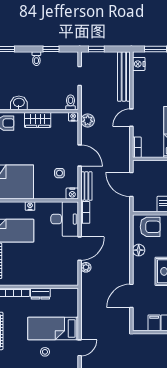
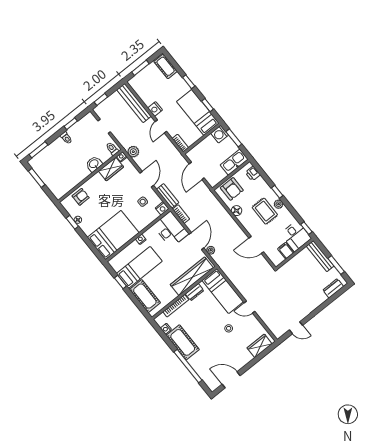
nightstand: (139, 64) -> (155, 109), moved
washbasin: (19, 103) -> (94, 164), moved
wardrobe: (38, 120) -> (111, 169), moved
door: (80, 156) -> (147, 179), hinge flipped
door: (131, 185) -> (197, 171), hinge flipped
armchair: (150, 227) -> (232, 189), turned 90
wardrobe: (50, 277) -> (192, 276), added
door: (131, 296) -> (256, 245), hinge flipped
bed: (53, 329) -> (223, 291), moved, turned -90
door: (80, 348) -> (250, 307), swing flipped

